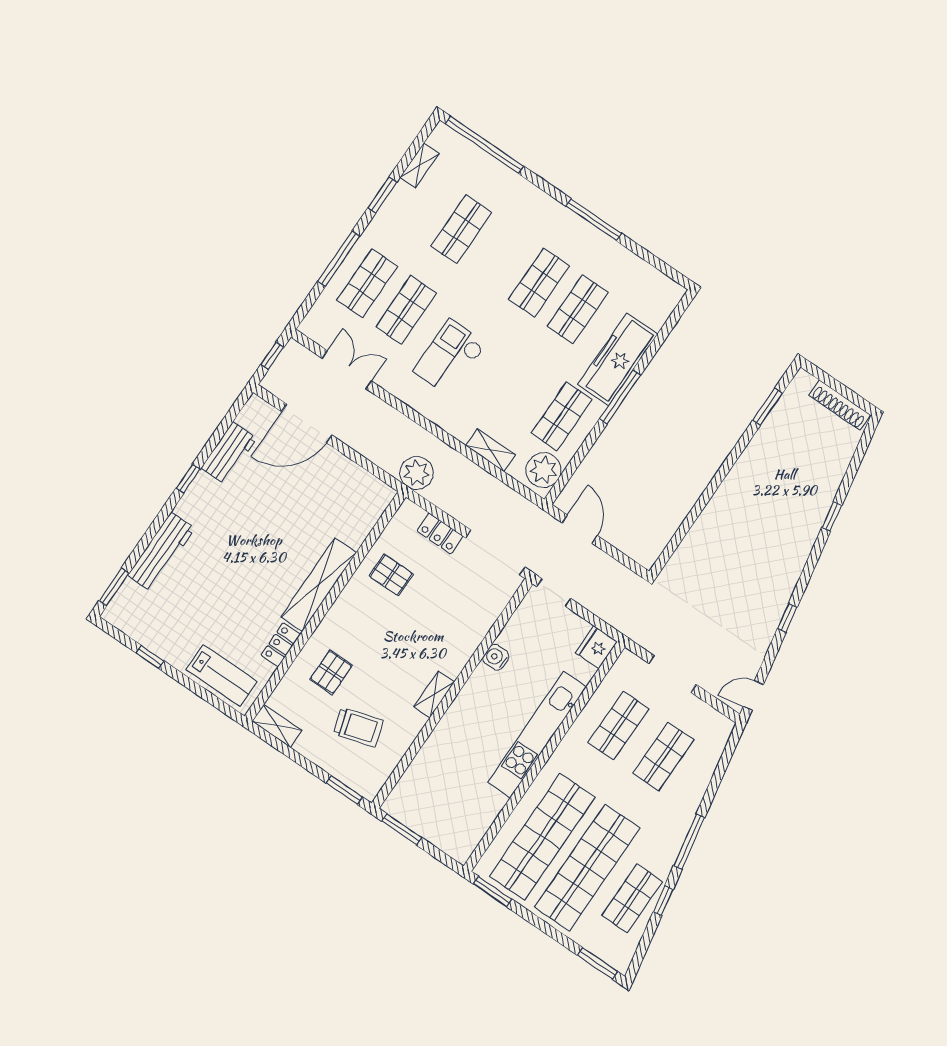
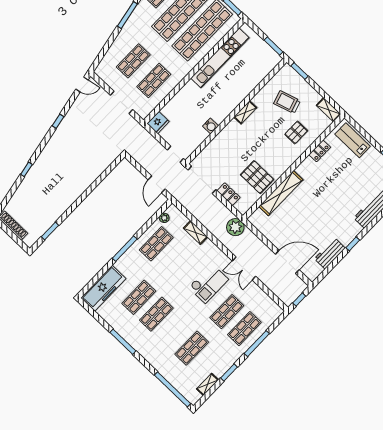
freezer: (618, 359) -> (103, 288), moved
double door: (347, 370) -> (244, 269), moved
plant: (543, 470) -> (164, 218), width x0.53, depth x0.53
pallet: (391, 575) -> (257, 177), width x1.50, depth x1.42
shelving: (319, 585) -> (281, 193), moved
kitchen unit: (537, 735) -> (220, 58), moved

